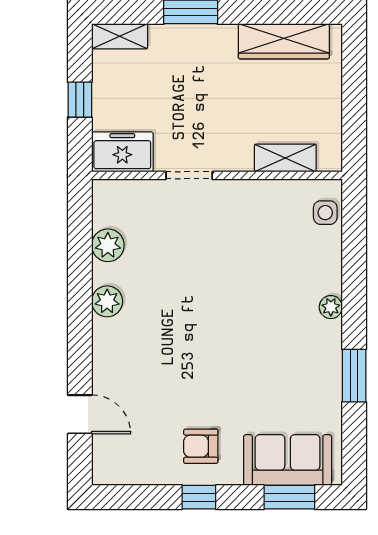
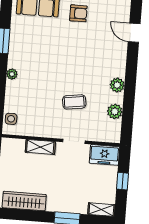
shelving: (285, 158) -> (40, 147), moved
coffee table: (195, 259) -> (74, 102), added

